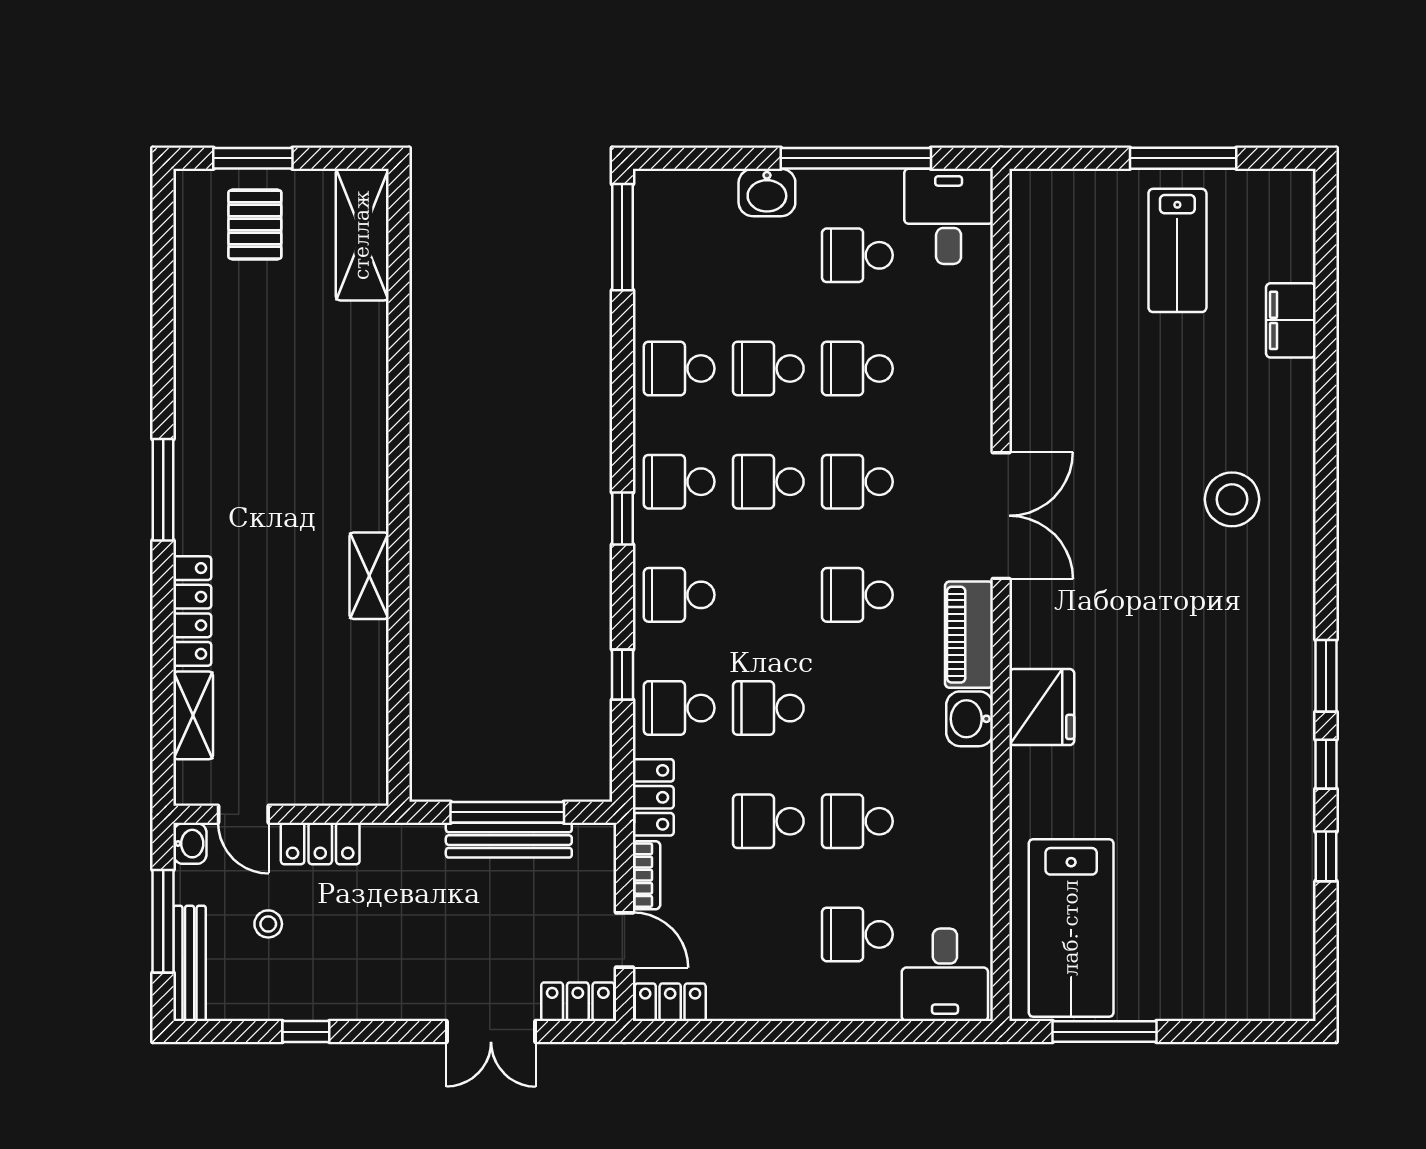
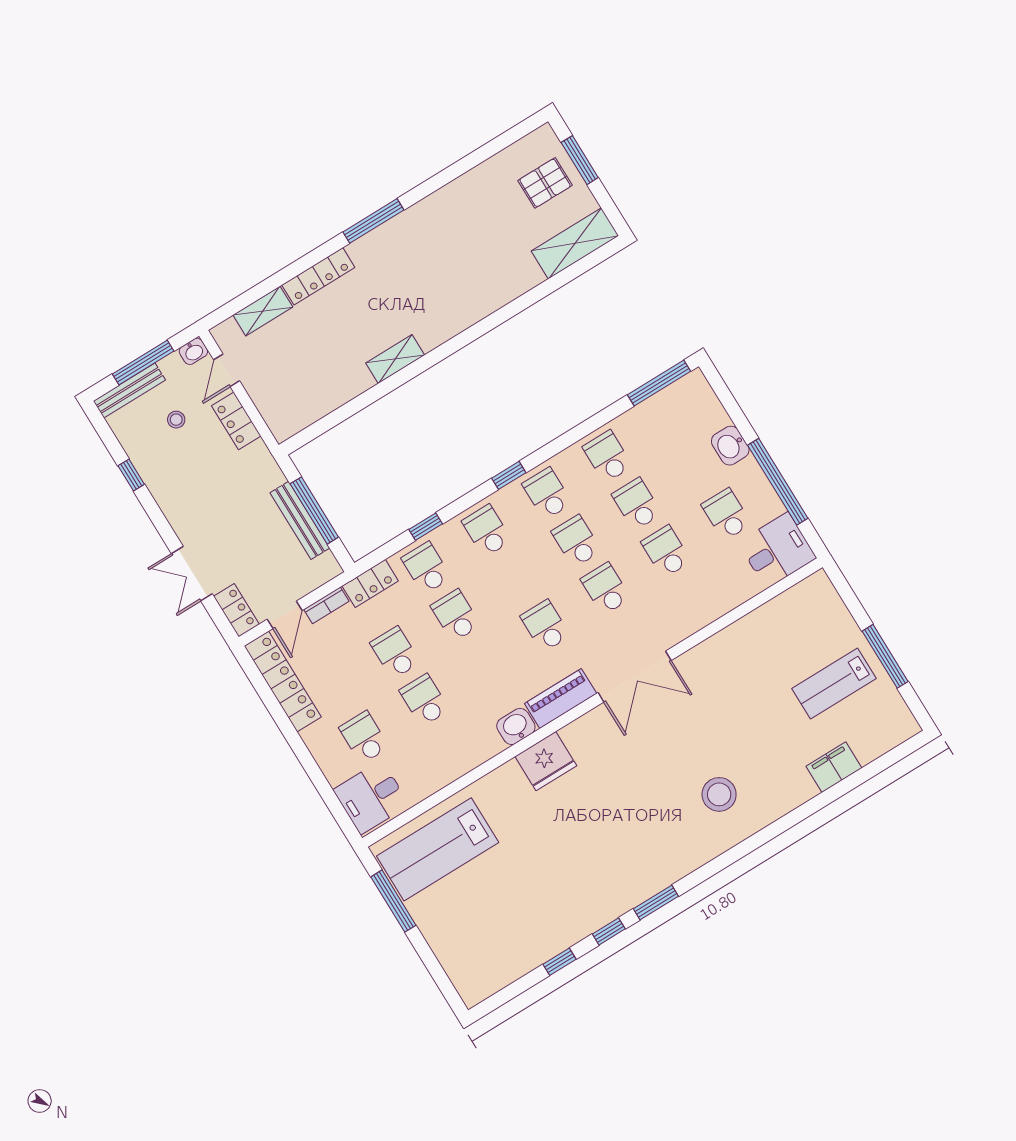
locker: (670, 1002) -> (283, 682), width x2.16, depth x1.21

